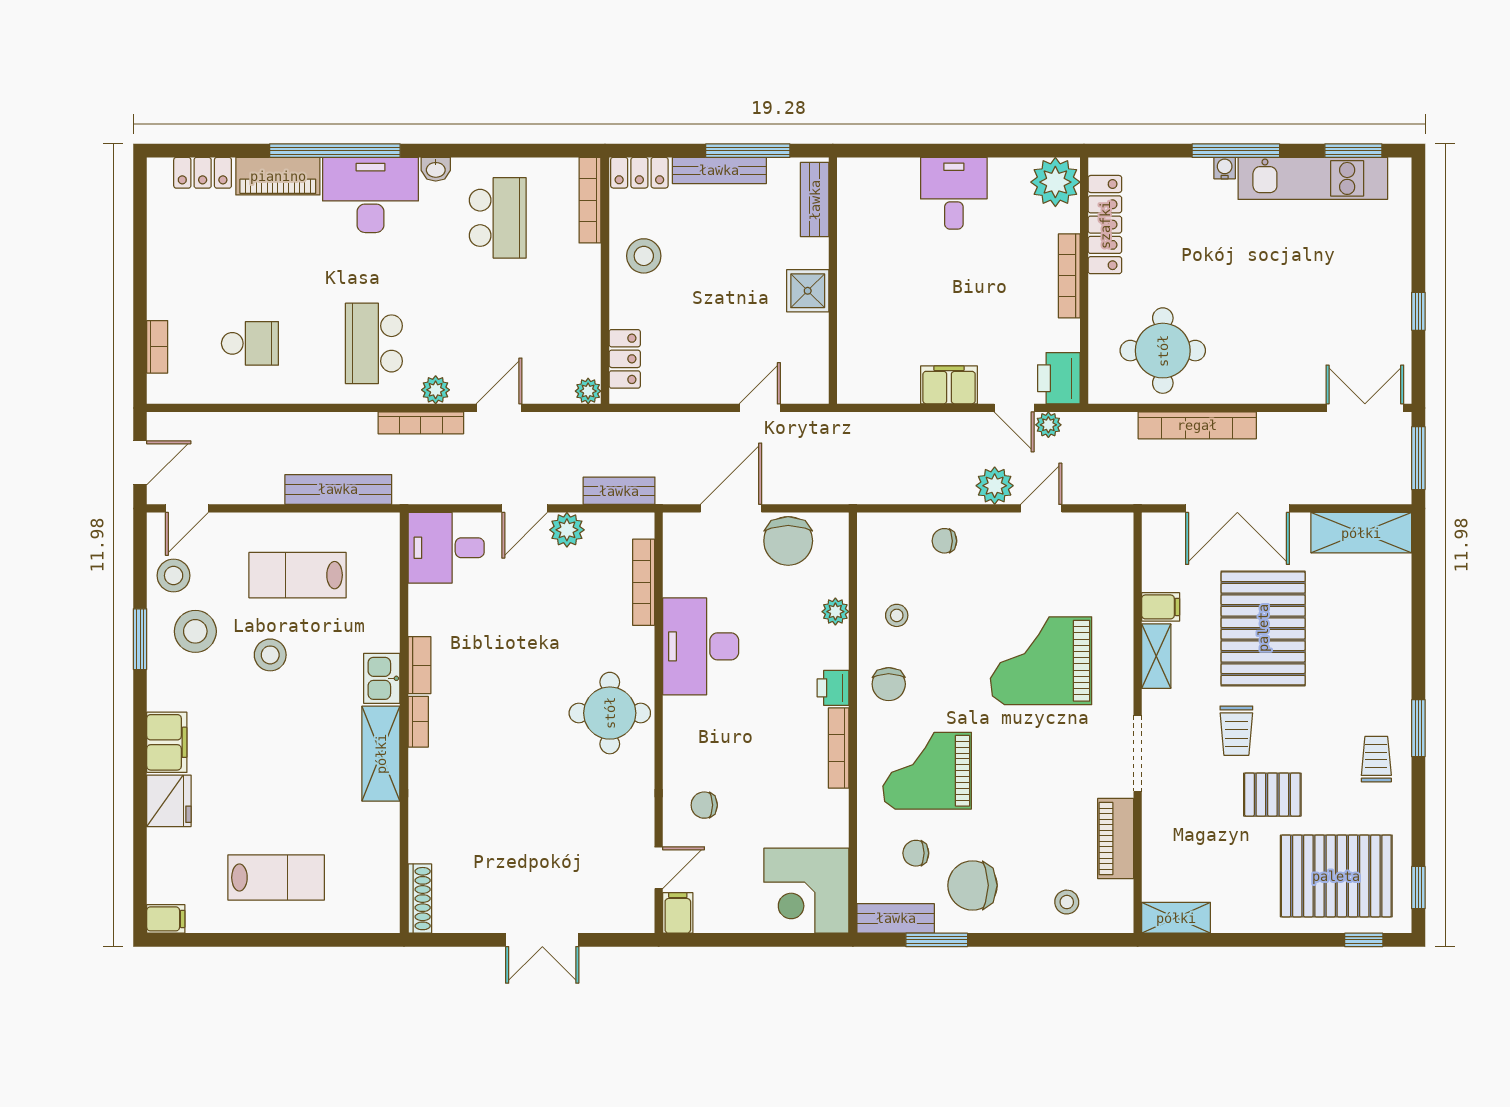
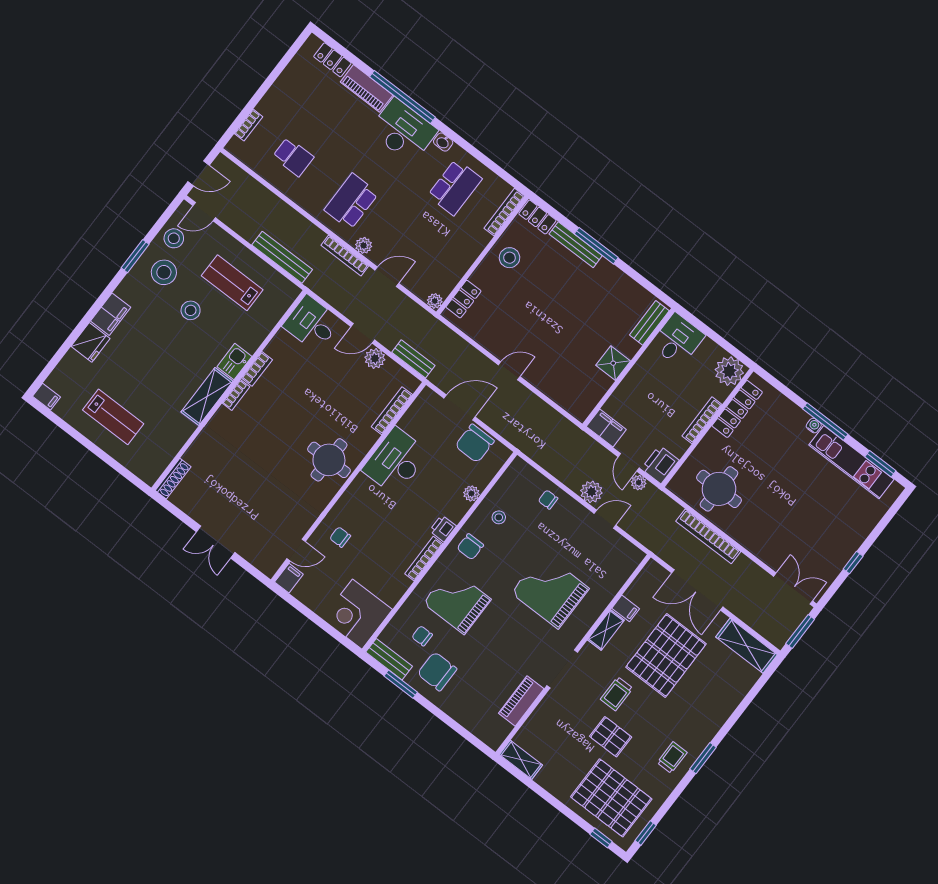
bench: (815, 200) -> (649, 323), moved
wall: (833, 281) -> (629, 367), moved
shower: (808, 291) -> (613, 363), moved
stool: (1067, 902) -> (475, 713), removed

